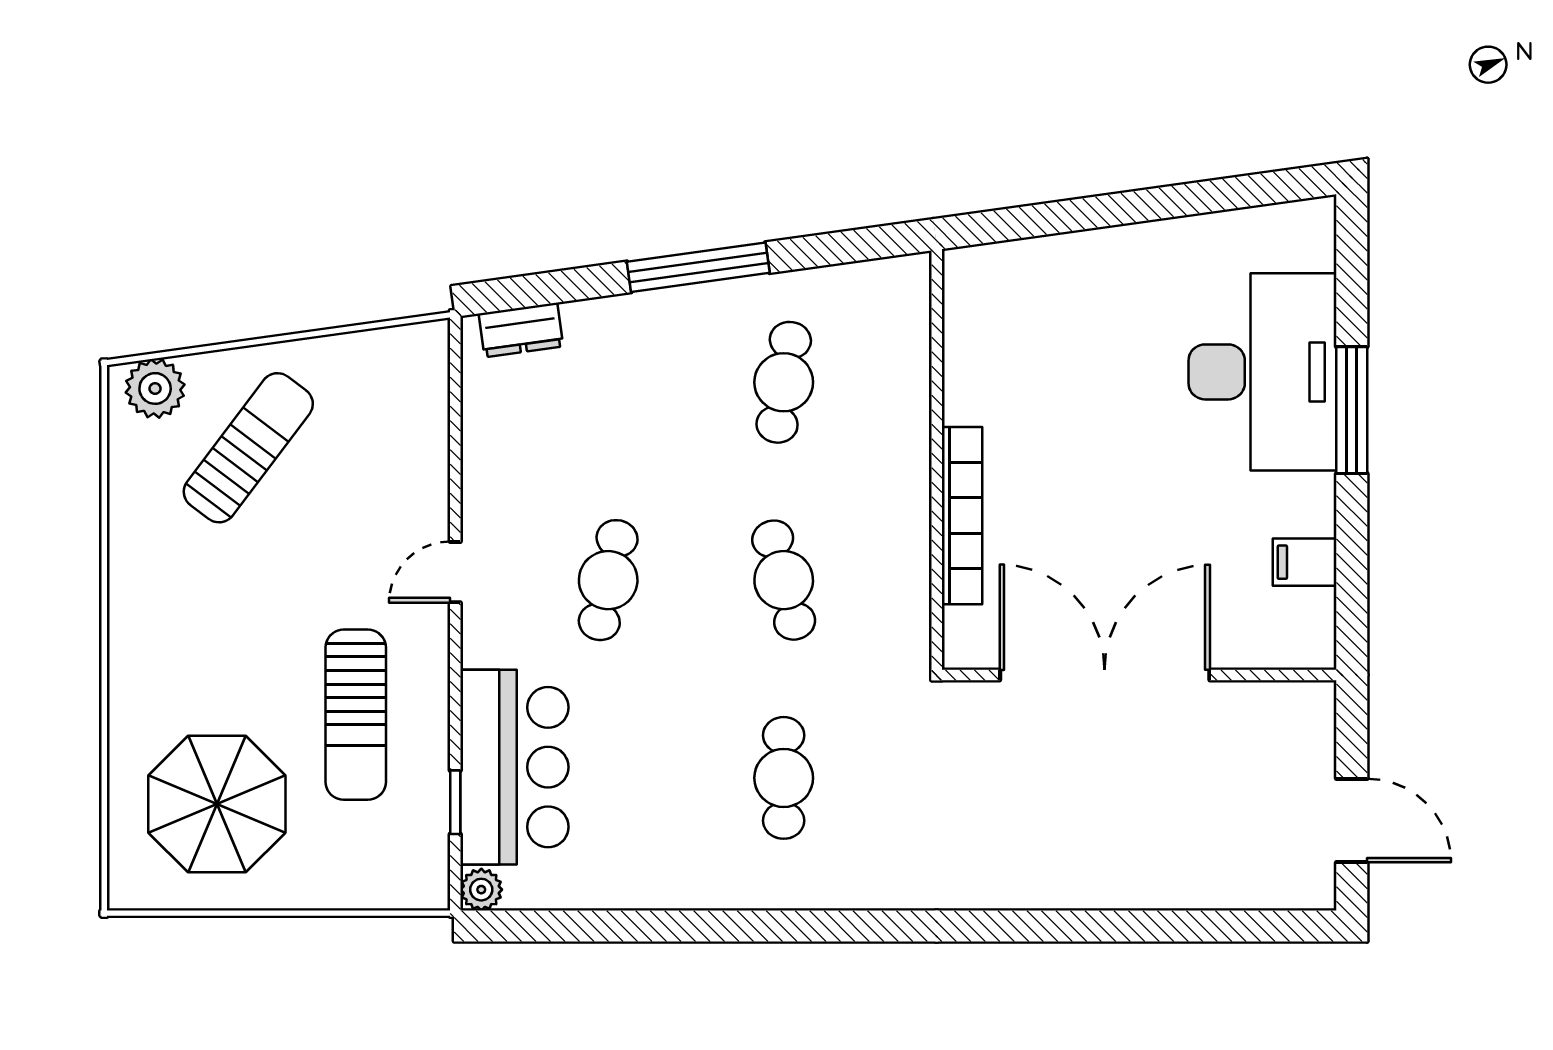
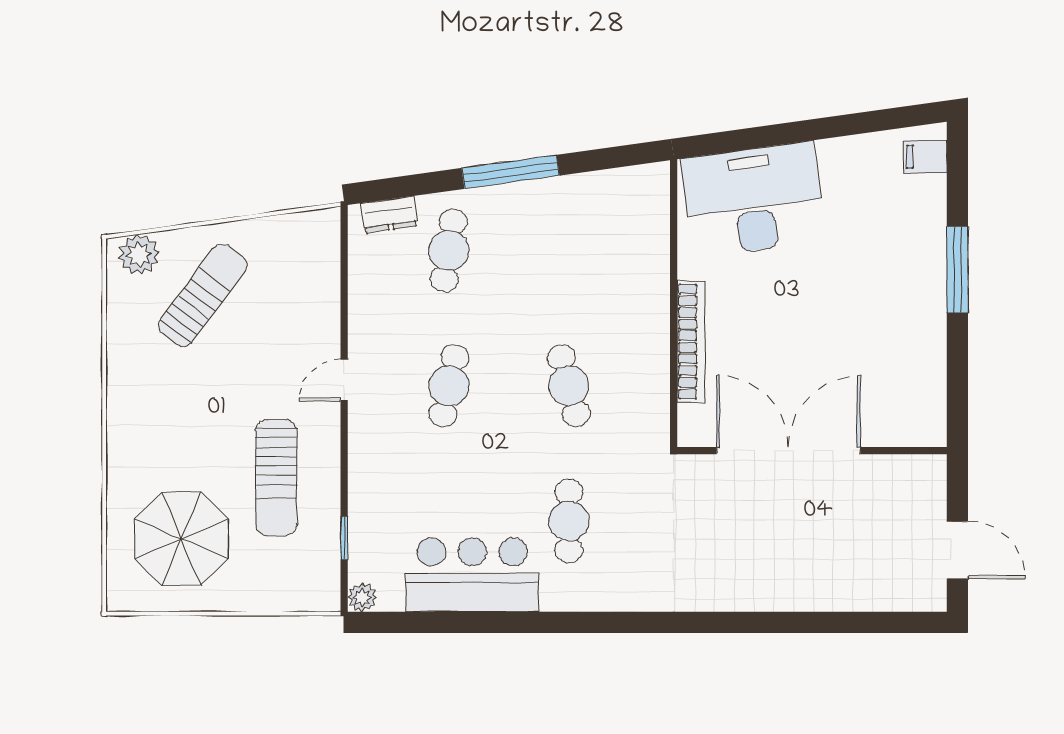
desk: (1262, 372) -> (753, 200), moved, turned -98
cafe table: (784, 382) -> (449, 250), moved
filing cabinet: (1305, 562) -> (925, 157), moved
bar counter: (514, 767) -> (472, 575), moved, turned -90

